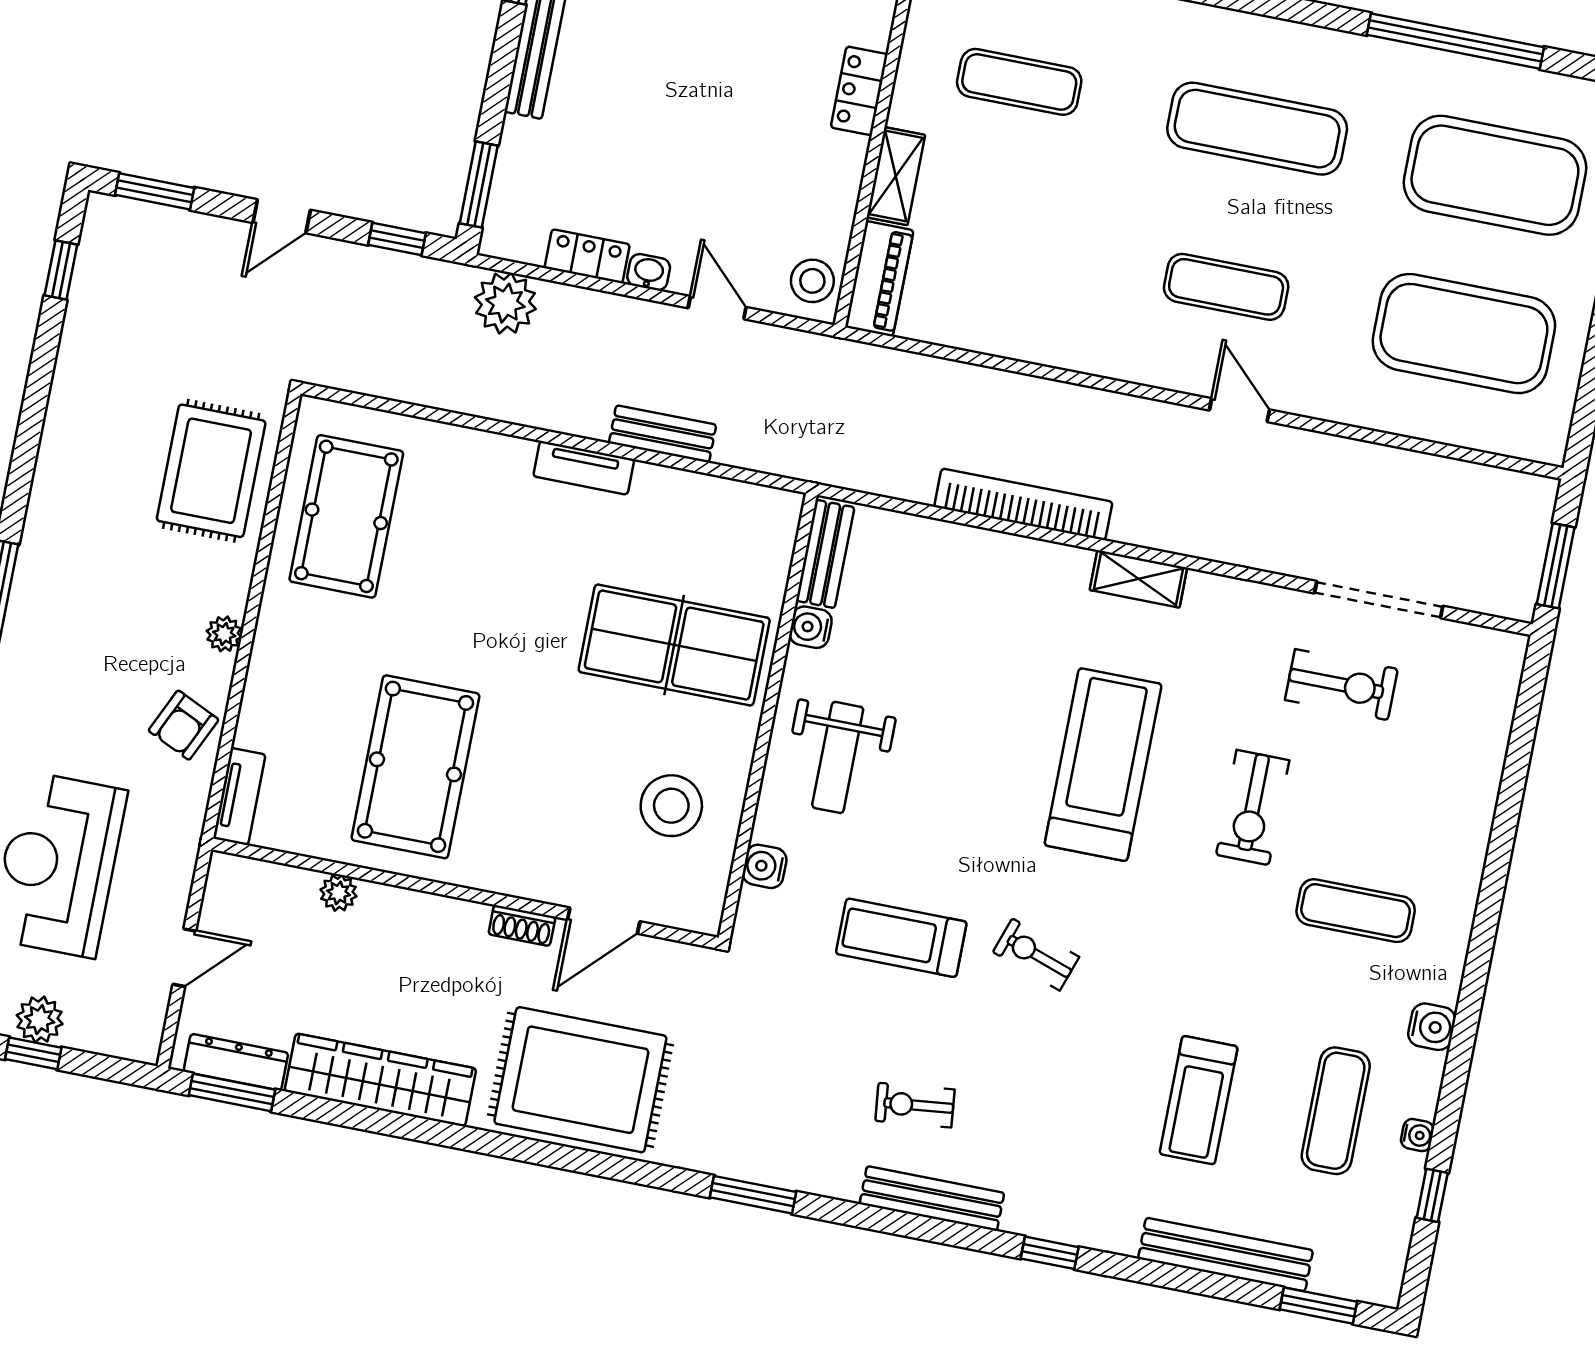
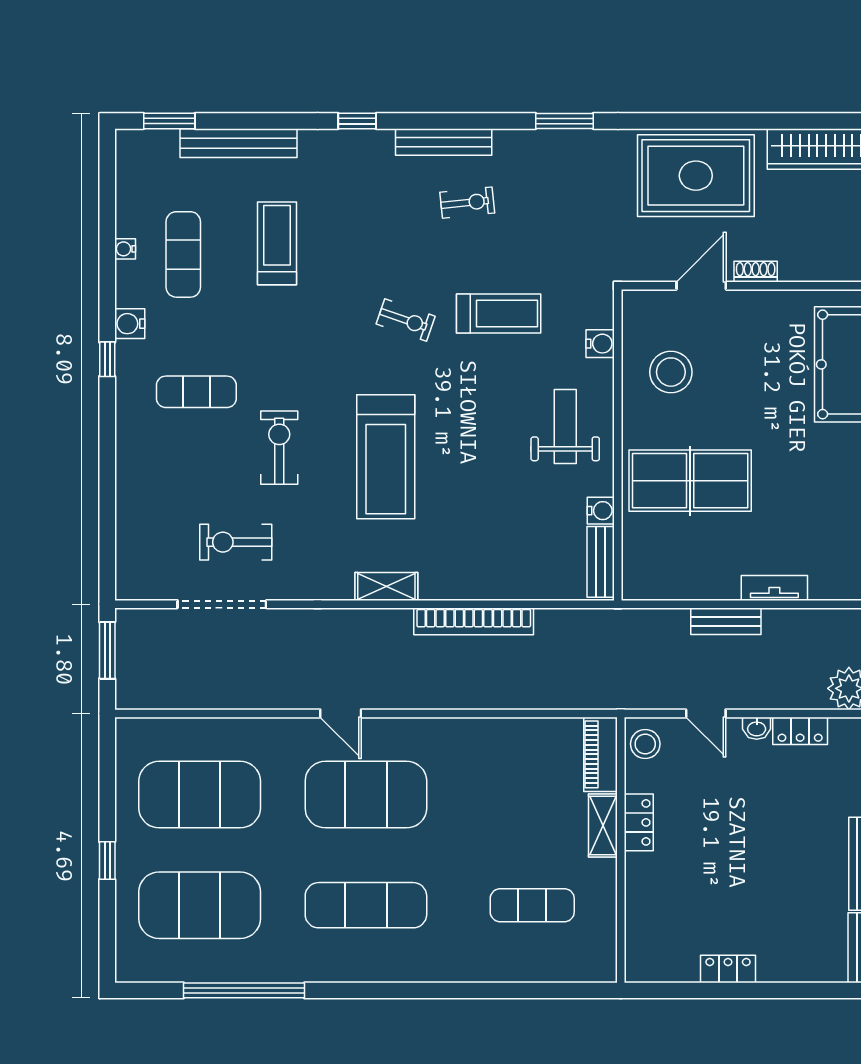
locker: (859, 91) -> (639, 822), moved
exercise mat: (1226, 287) -> (366, 795), width x2.00, depth x1.45
window: (1432, 1195) -> (107, 359), moved

